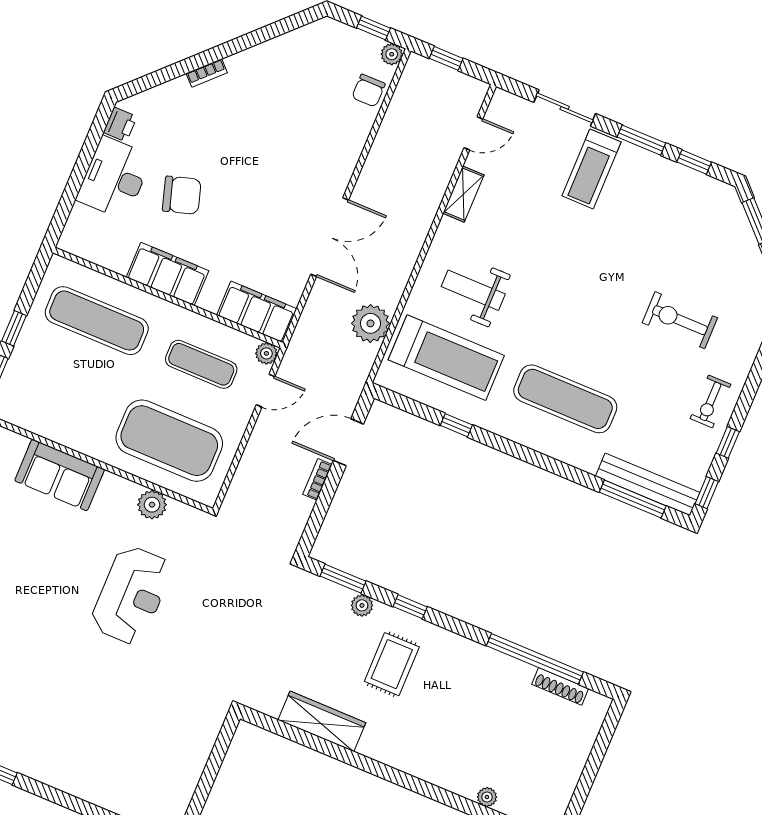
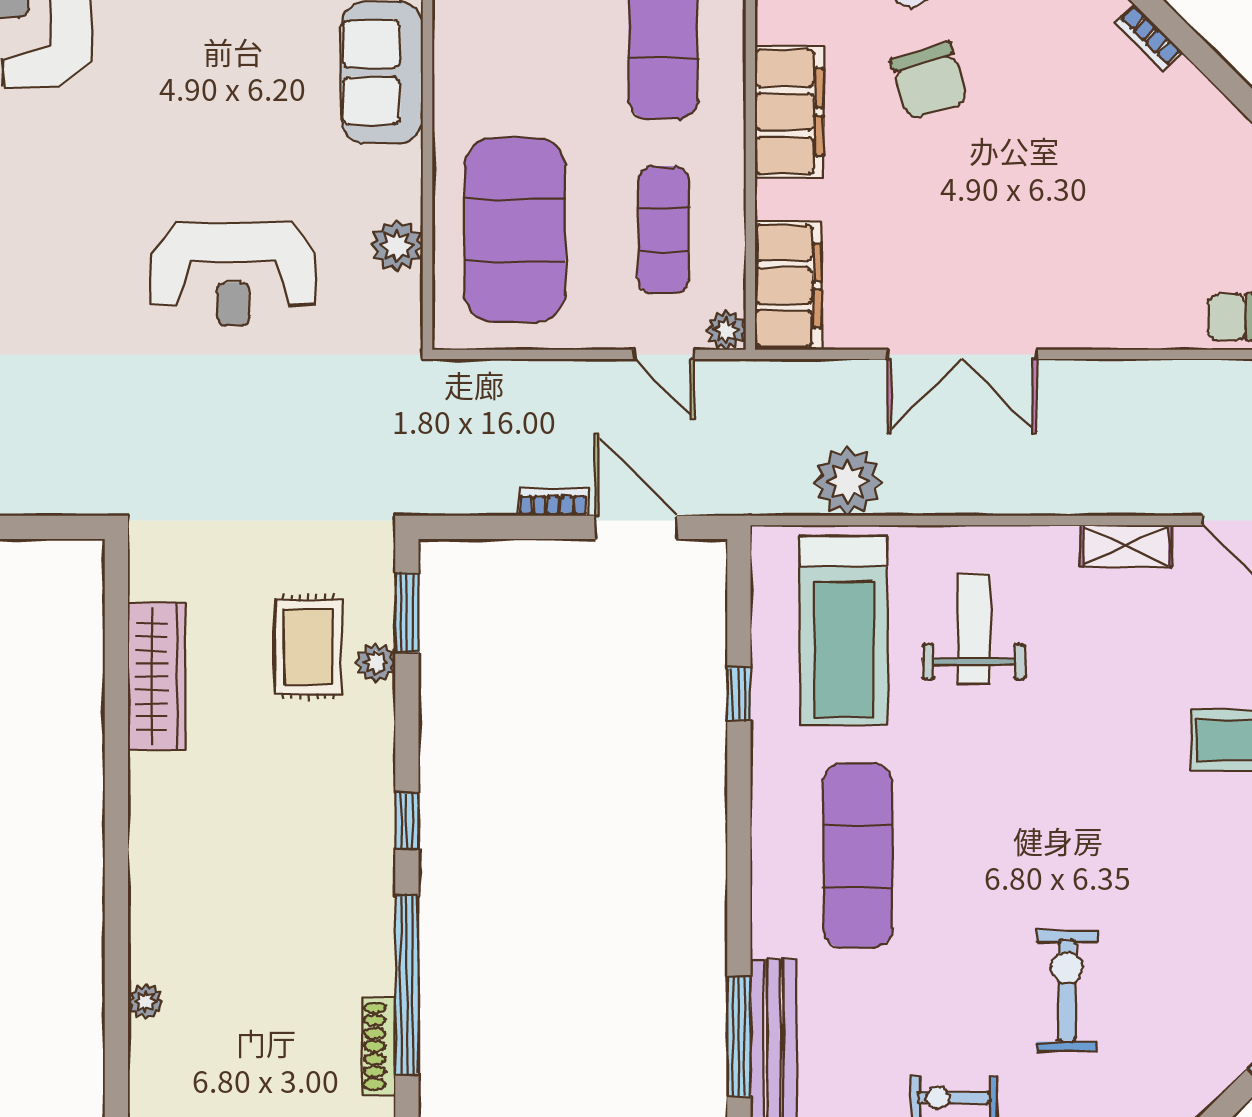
window: (410, 607) -> (407, 821), moved
rug: (392, 664) -> (308, 647), moved, turned 90

